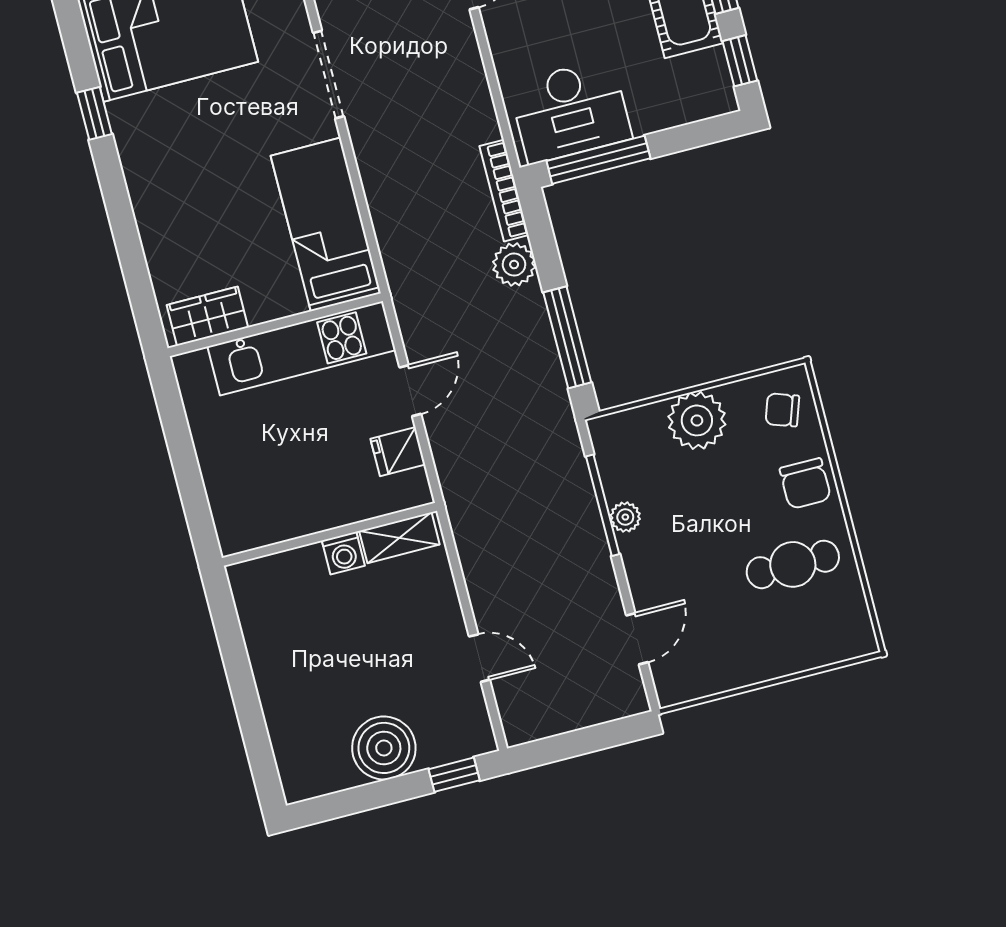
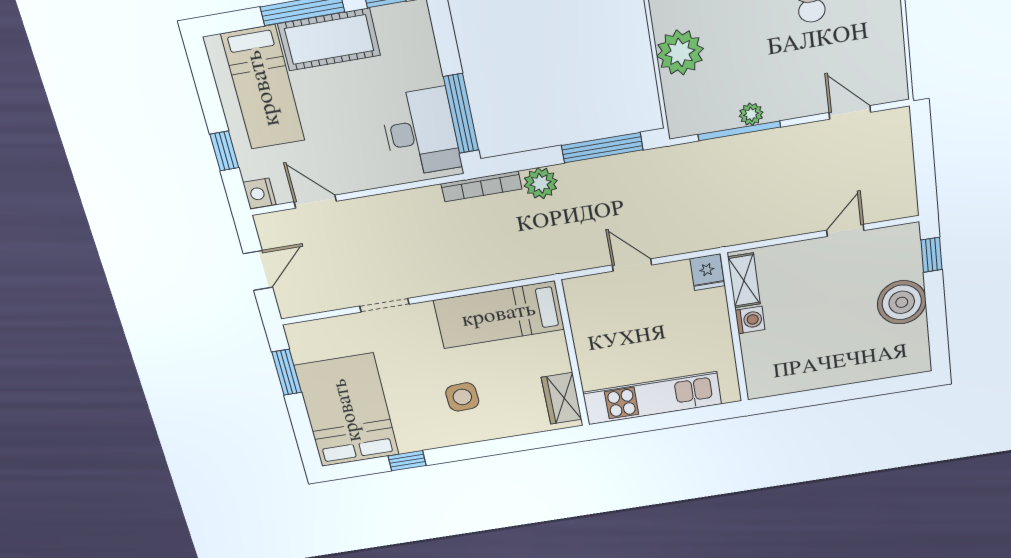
doorway: (329, 75) -> (384, 305), width x0.73
side table: (200, 183) -> (462, 397), added
kitchen unit: (301, 348) -> (652, 398), moved, turned -90
fridge: (398, 452) -> (707, 272), moved

